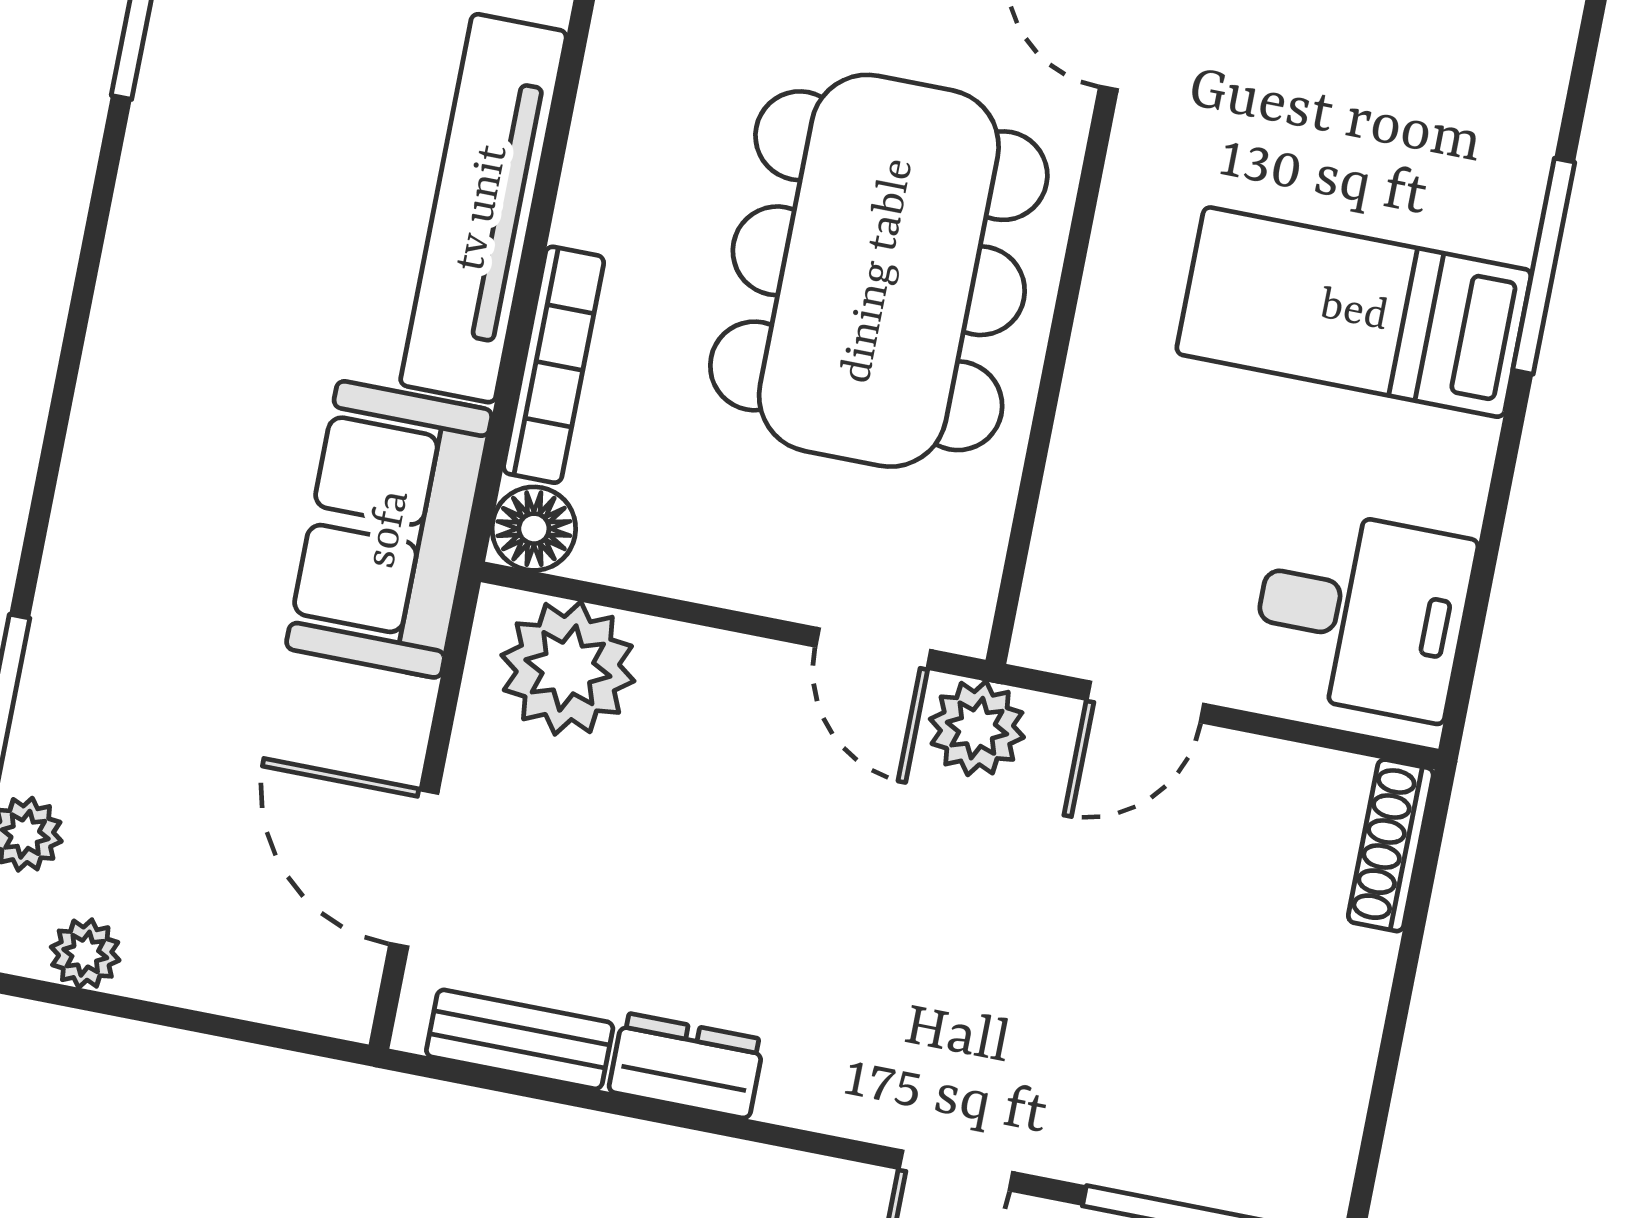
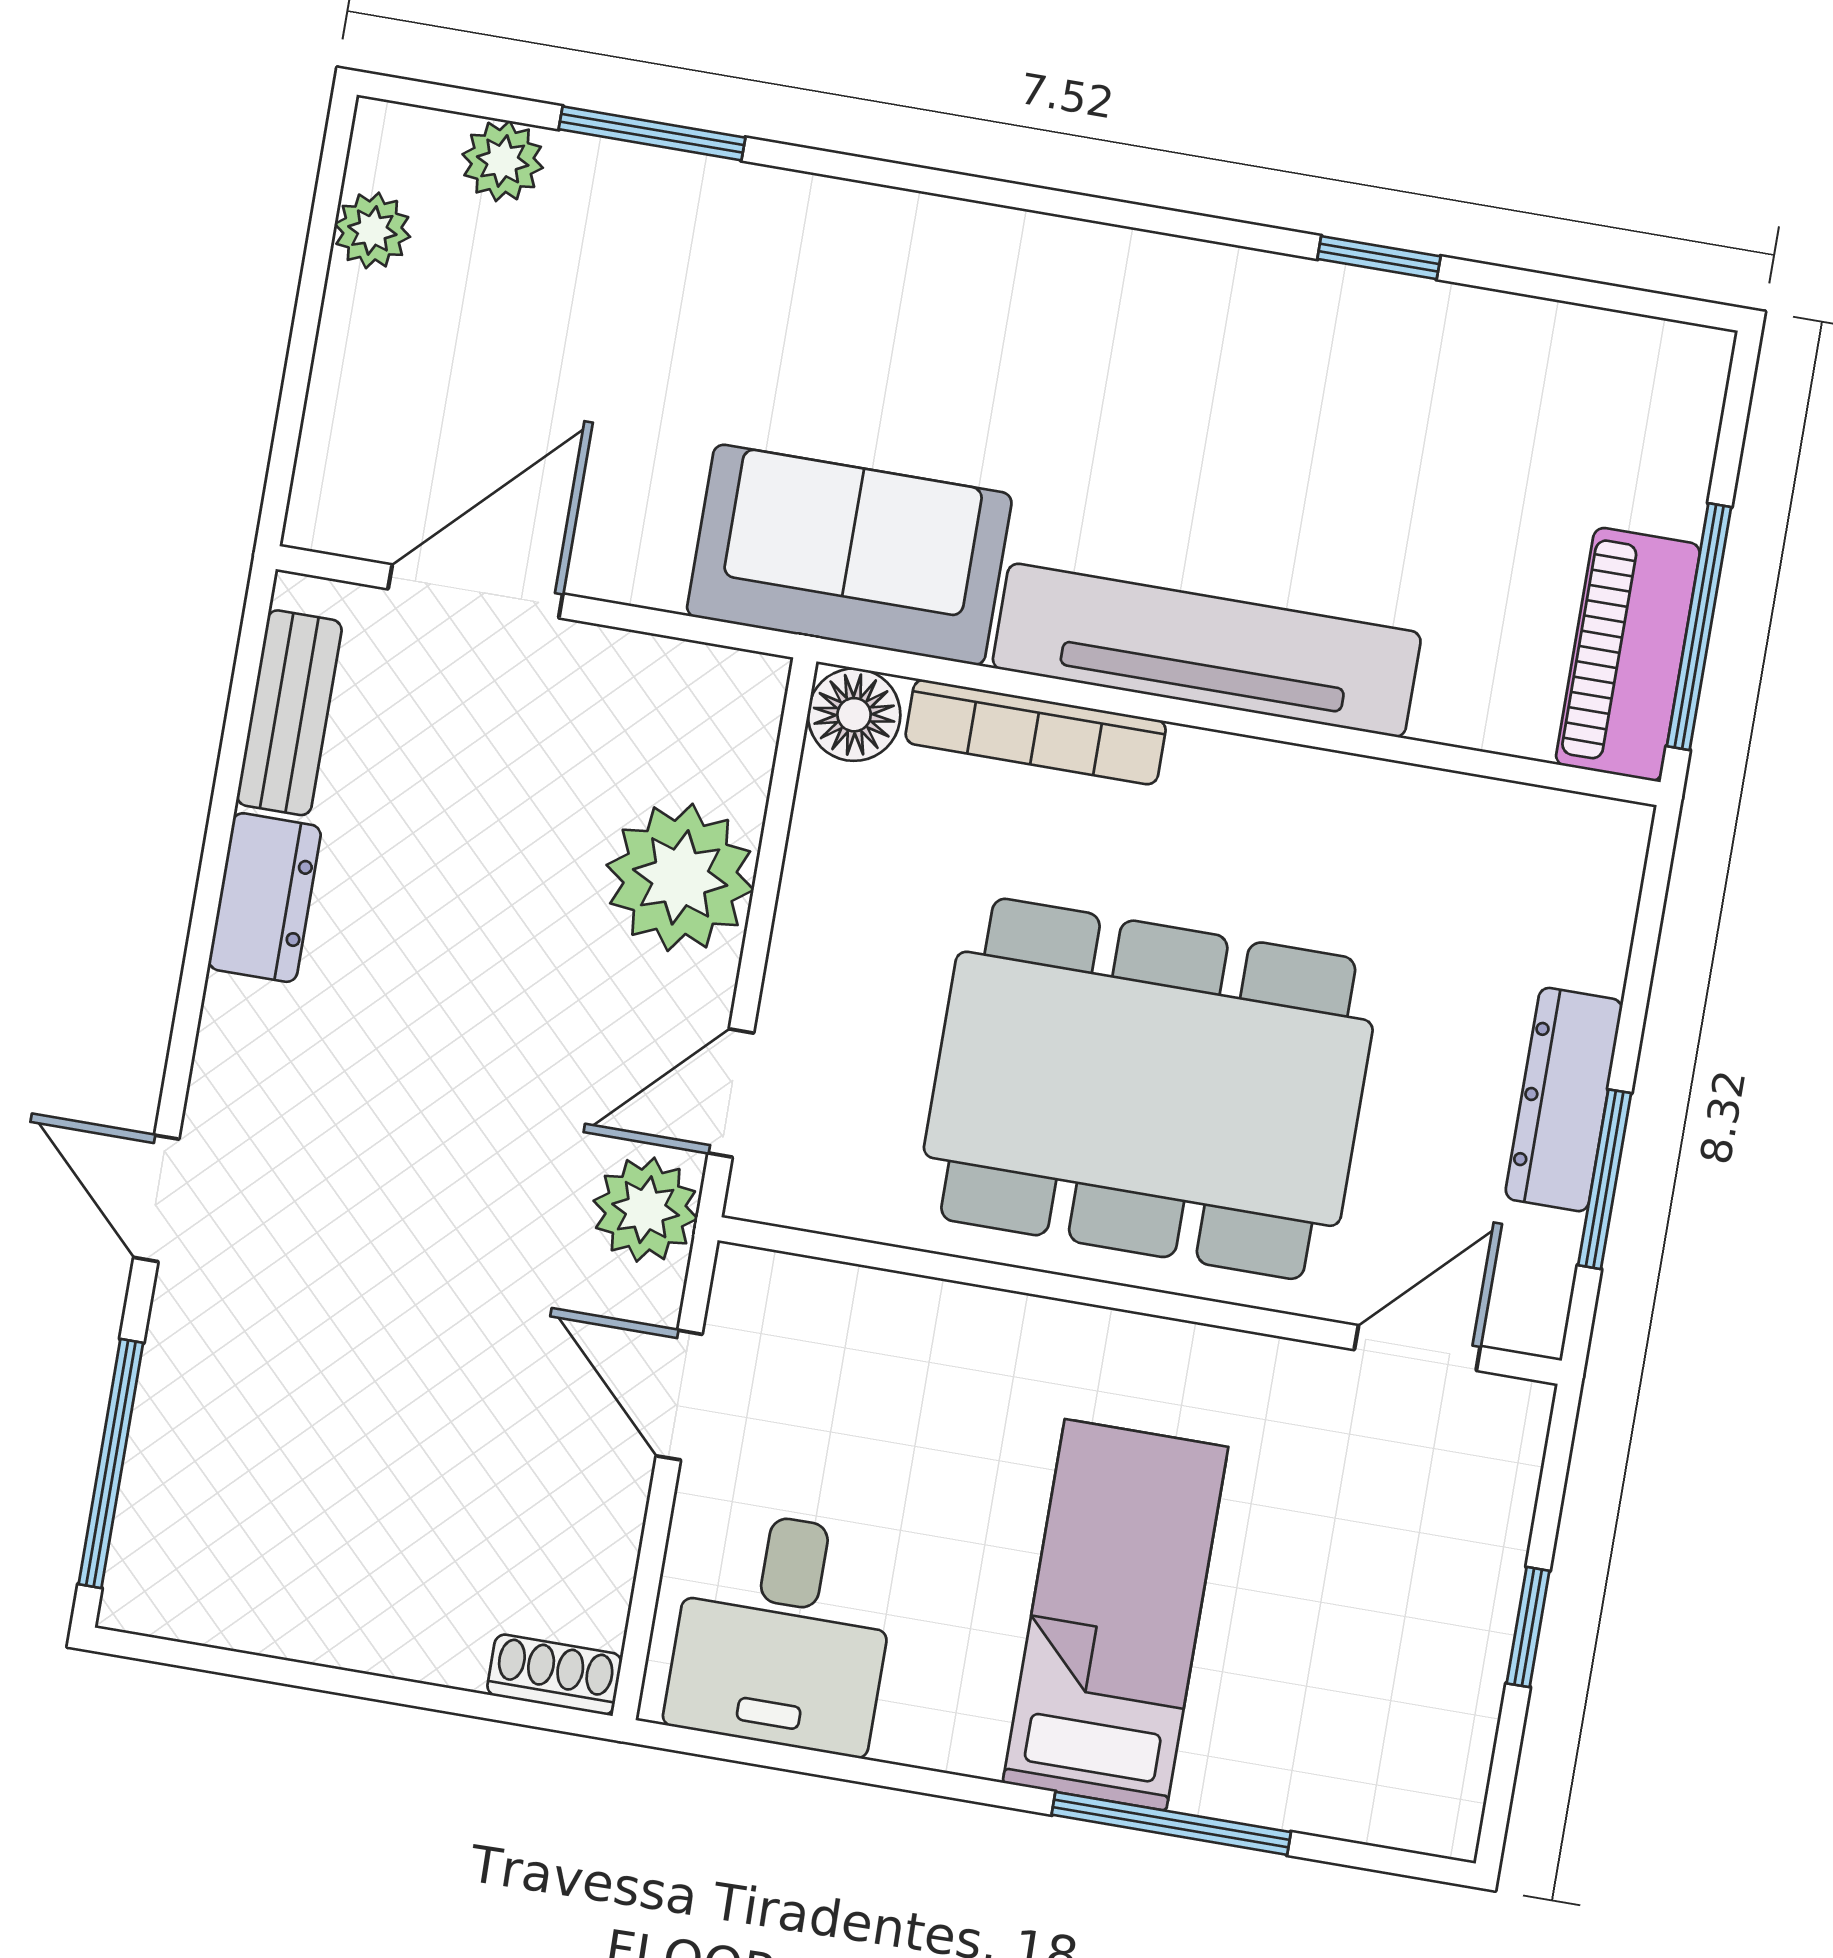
plant: (568, 668) -> (680, 877), moved
shoe rack: (1391, 845) -> (554, 1675), width x0.70

